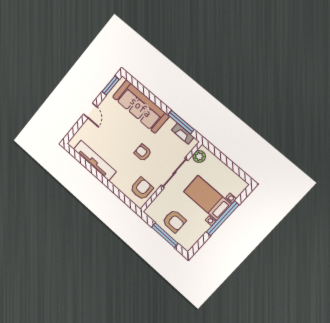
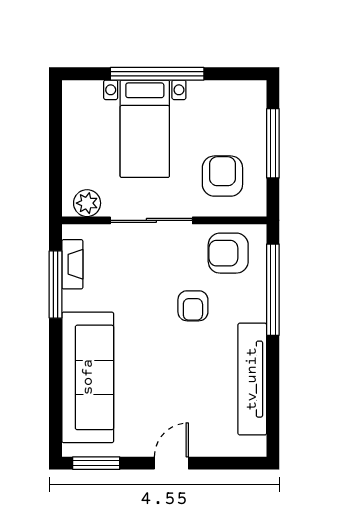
armchair: (143, 153) -> (193, 306), moved
window: (117, 193) -> (273, 290), added
armchair: (174, 221) -> (222, 176), moved

